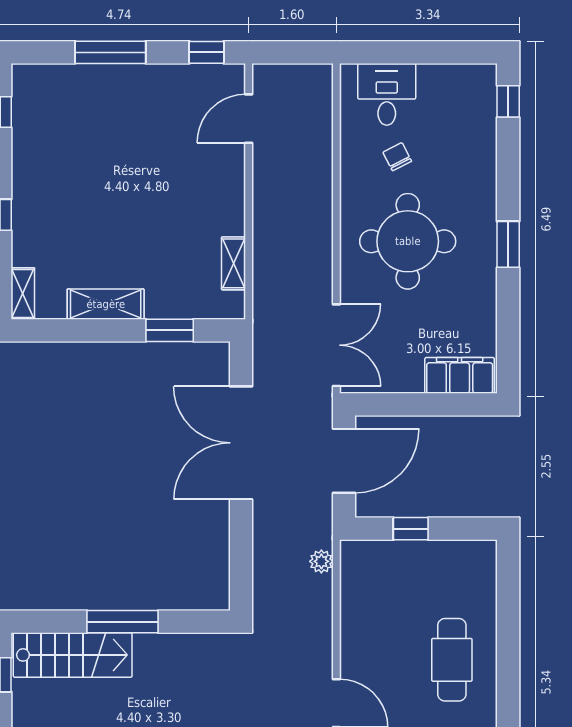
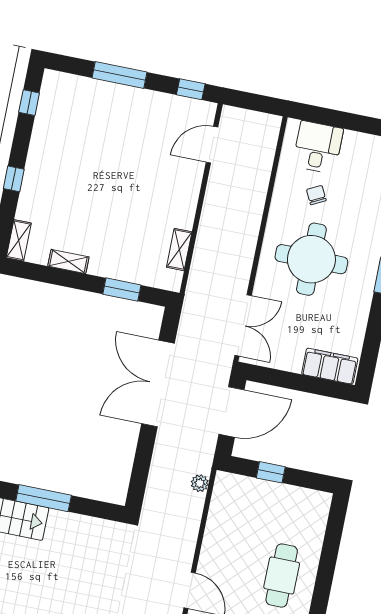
shelving: (106, 304) -> (68, 262), width x0.67, depth x0.75

